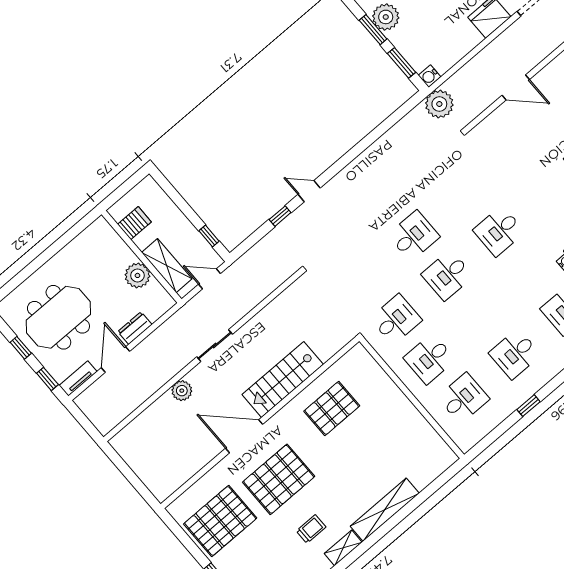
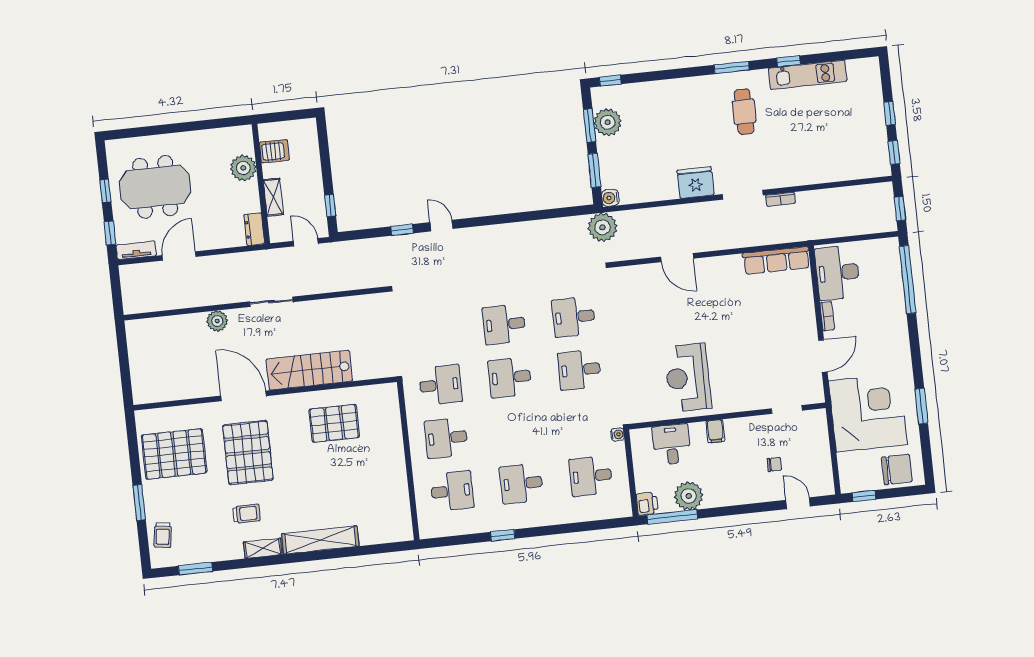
desk: (465, 192) -> (574, 317), added
desk: (414, 236) -> (504, 324), turned 180
shelving: (167, 266) -> (273, 197), width x0.67, depth x0.75
plant: (137, 275) -> (243, 168), moved
dresser: (135, 328) -> (254, 229), moved, turned -90
pallet: (279, 479) -> (248, 453), turned 90

